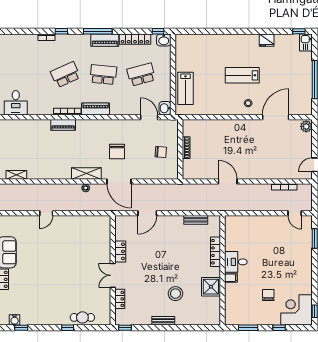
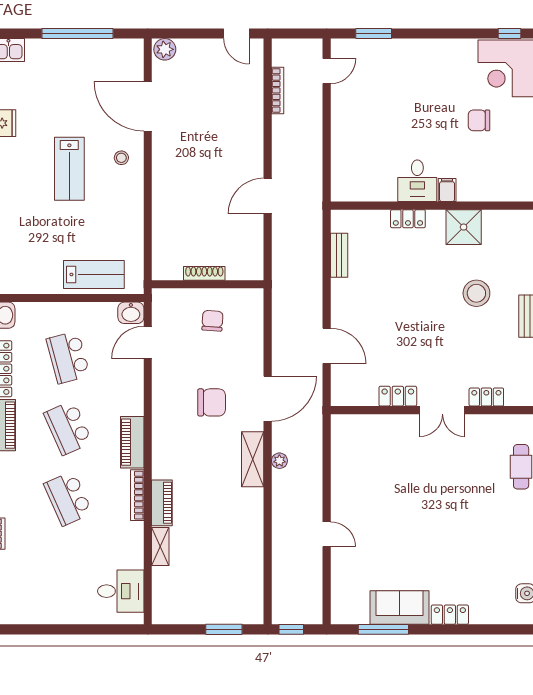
school desk: (103, 75) -> (68, 428), turned -30
shelving: (16, 175) -> (160, 546), moved
locker: (215, 252) -> (408, 219), width x0.66

